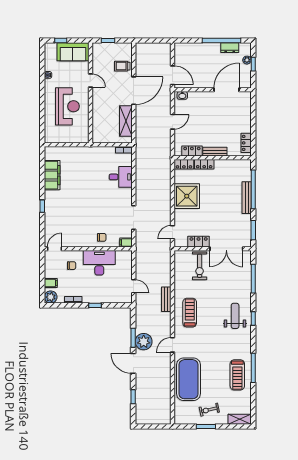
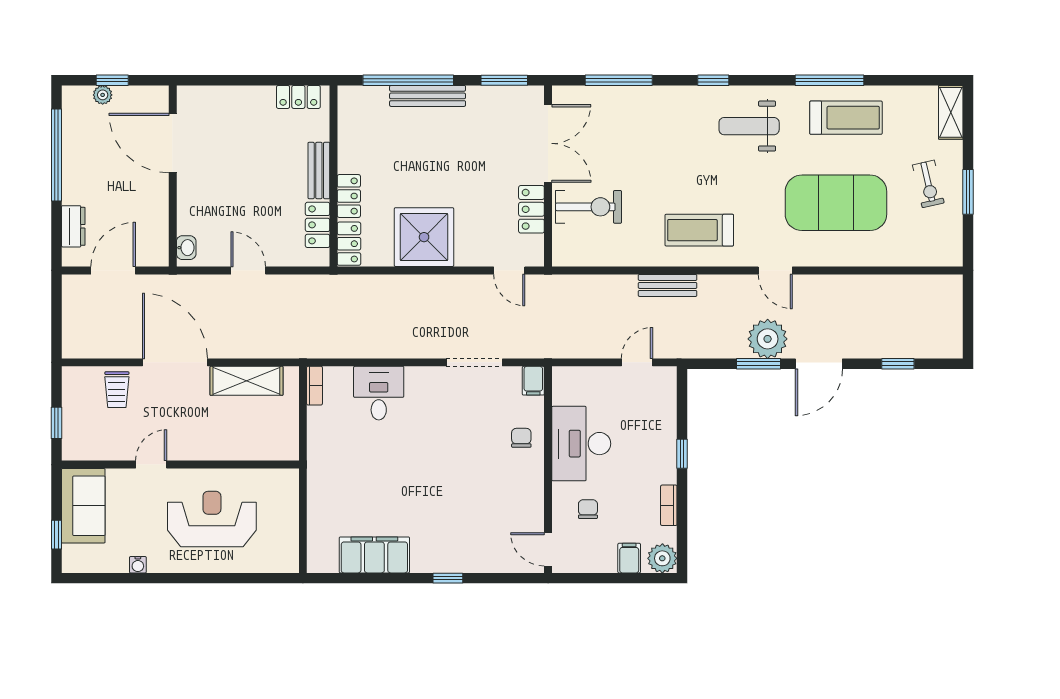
dresser: (230, 48) -> (73, 226), moved
door: (173, 75) -> (113, 270), moved
weight bench: (235, 316) -> (749, 126), moved
exercise mat: (188, 379) -> (836, 203), moved

